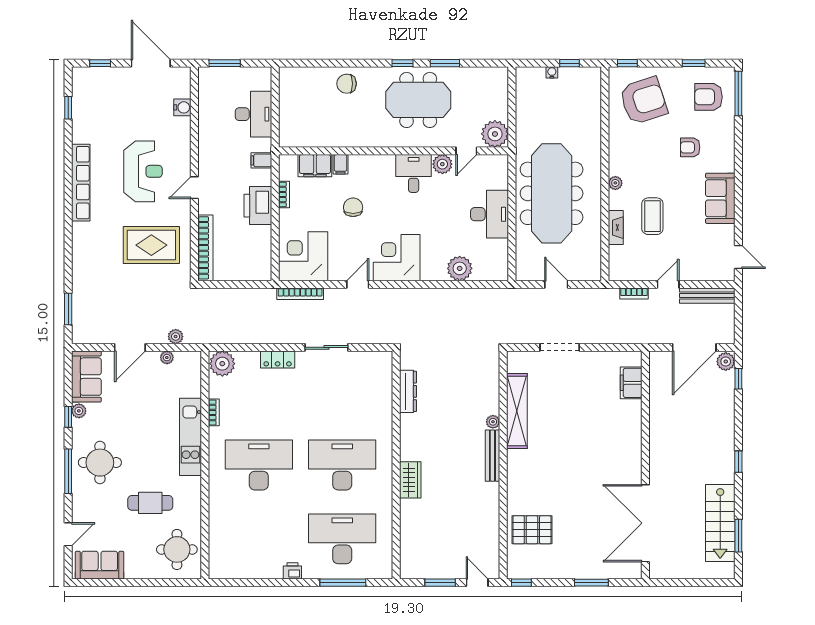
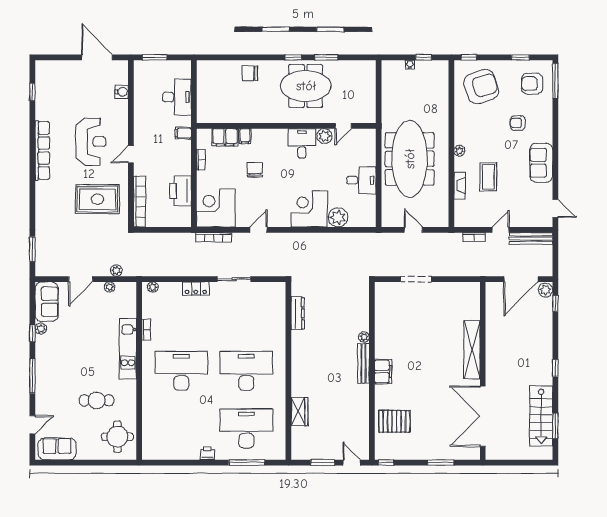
window: (100, 63) -> (57, 57), removed
plant: (495, 134) -> (365, 113), removed
printer: (258, 206) -> (180, 191), moved
desk: (490, 214) -> (361, 180), width x0.73
corner desk: (397, 258) -> (309, 209), moved
plant: (222, 364) -> (153, 287), width x0.53, depth x0.53
filing cabinet: (631, 383) -> (383, 372), moved, turned 180
shelving: (517, 411) -> (472, 350), moved
round table: (100, 463) -> (57, 369), removed
wardrobe: (410, 480) -> (299, 412), moved

